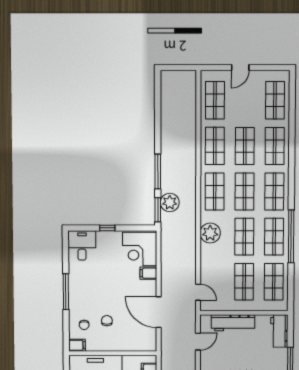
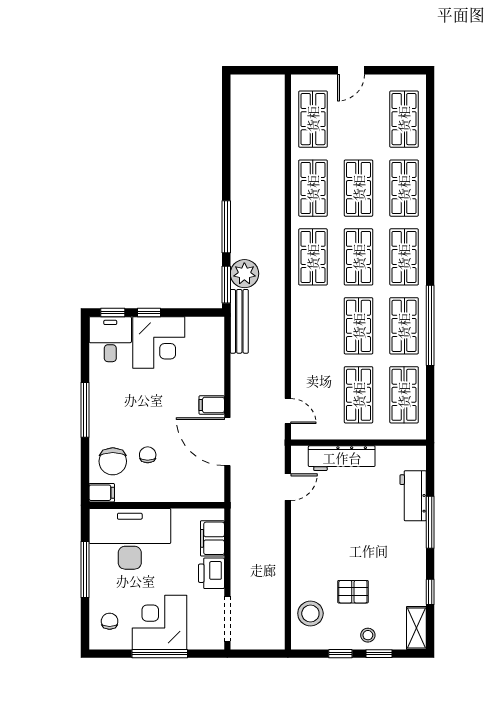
window: (84, 228) -> (113, 312), added
plant: (210, 233) -> (306, 320), removed
bench: (166, 234) -> (239, 321), added
corner desk: (140, 249) -> (159, 342), moved, turned -90
filing cabinet: (148, 273) -> (212, 405), moved
chair: (84, 325) -> (113, 461), width x1.87, depth x1.87
workbench: (279, 331) -> (413, 496), moved

